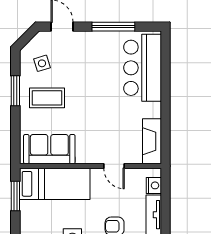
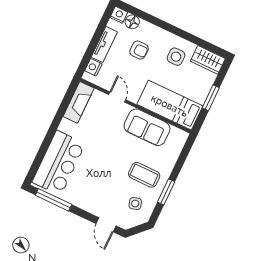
window: (113, 27) -> (53, 200), moved
sofa: (49, 149) -> (147, 127), moved
window: (15, 196) -> (211, 98), moved

